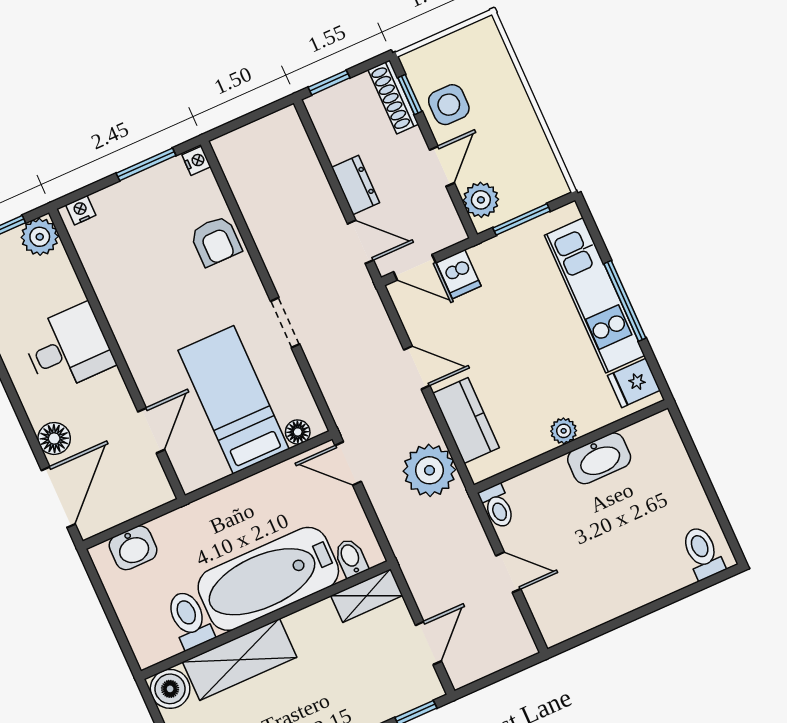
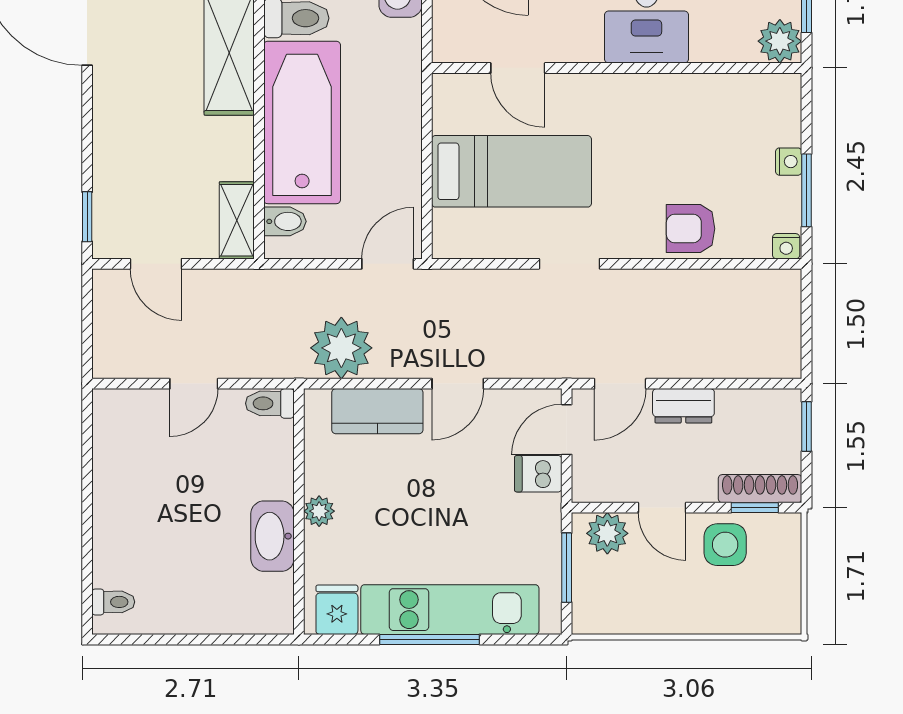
nightstand: (81, 210) -> (789, 162), moved
floor lamp: (298, 432) -> (446, 225), removed
toilet: (703, 553) -> (113, 602), width x0.73, depth x0.72

